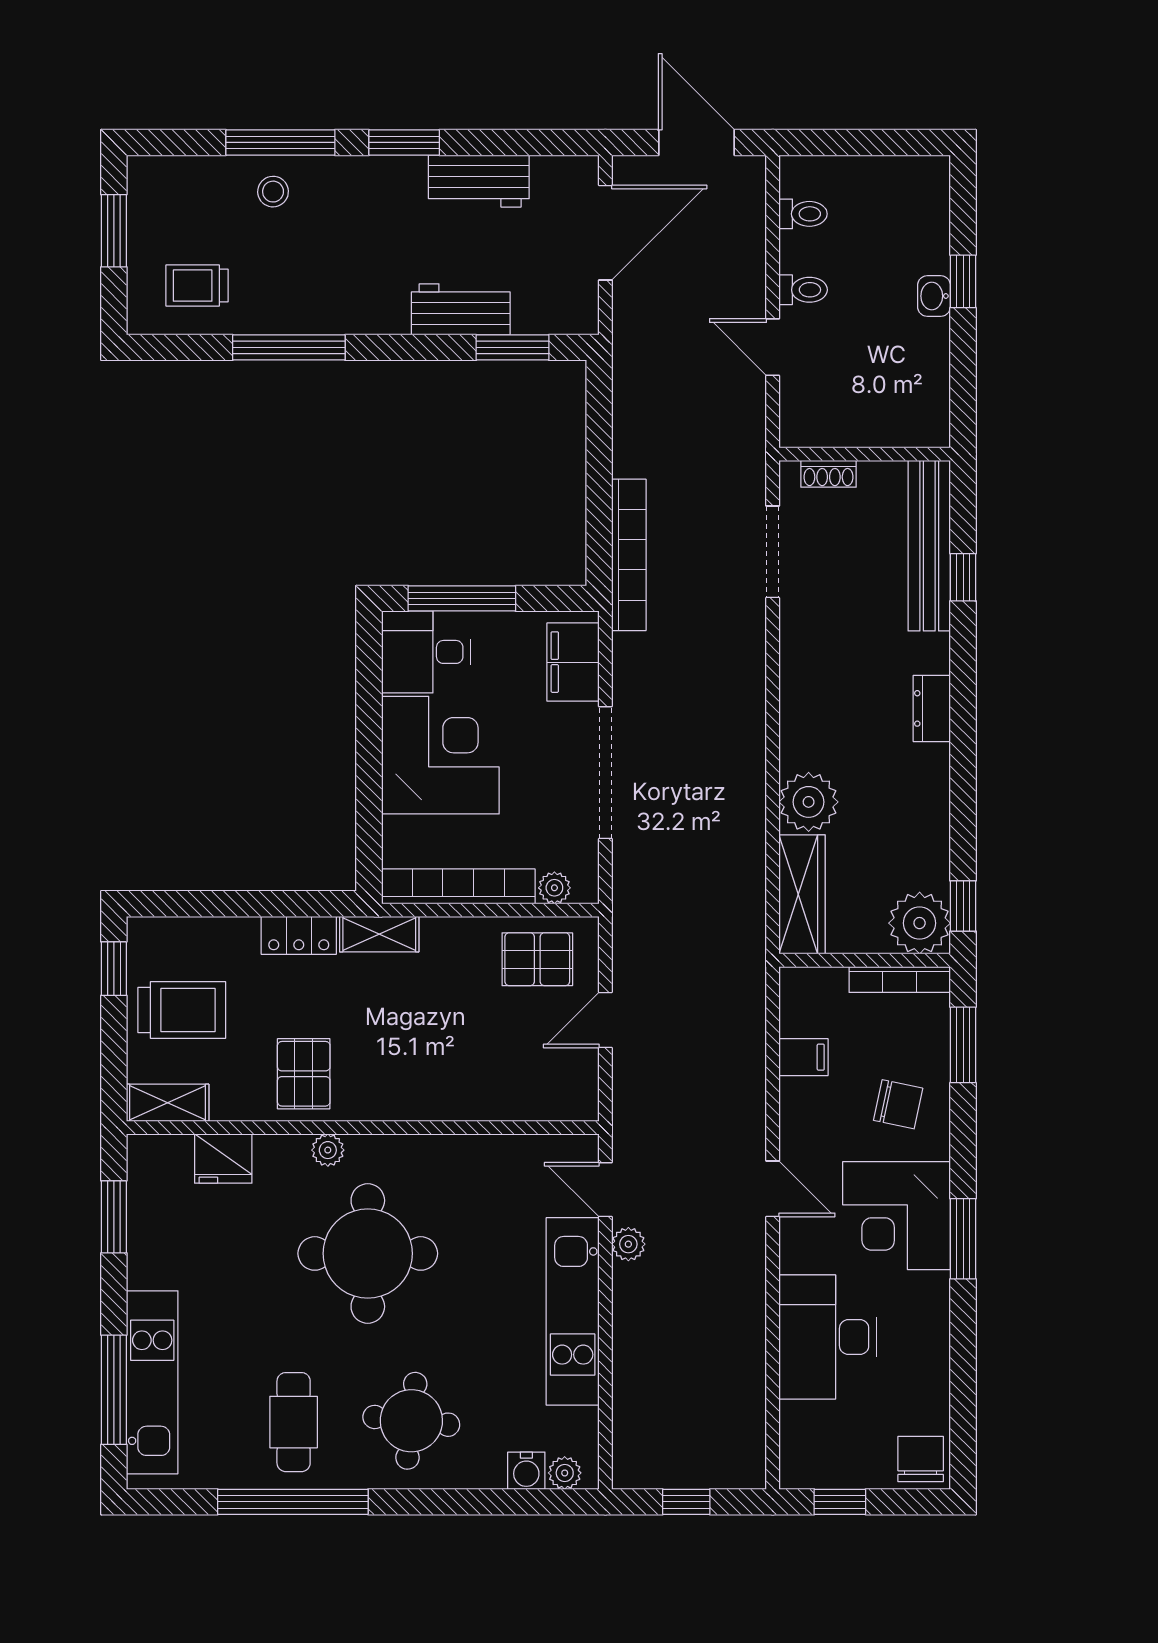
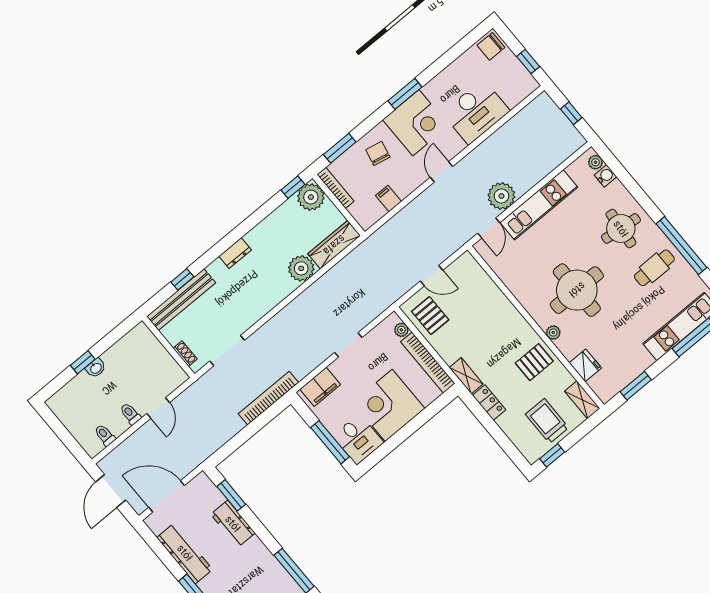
workbench: (479, 181) -> (185, 553), width x1.37
doorway: (605, 773) -> (348, 345), width x0.53
plant: (628, 1244) -> (501, 196), width x1.87, depth x1.87

